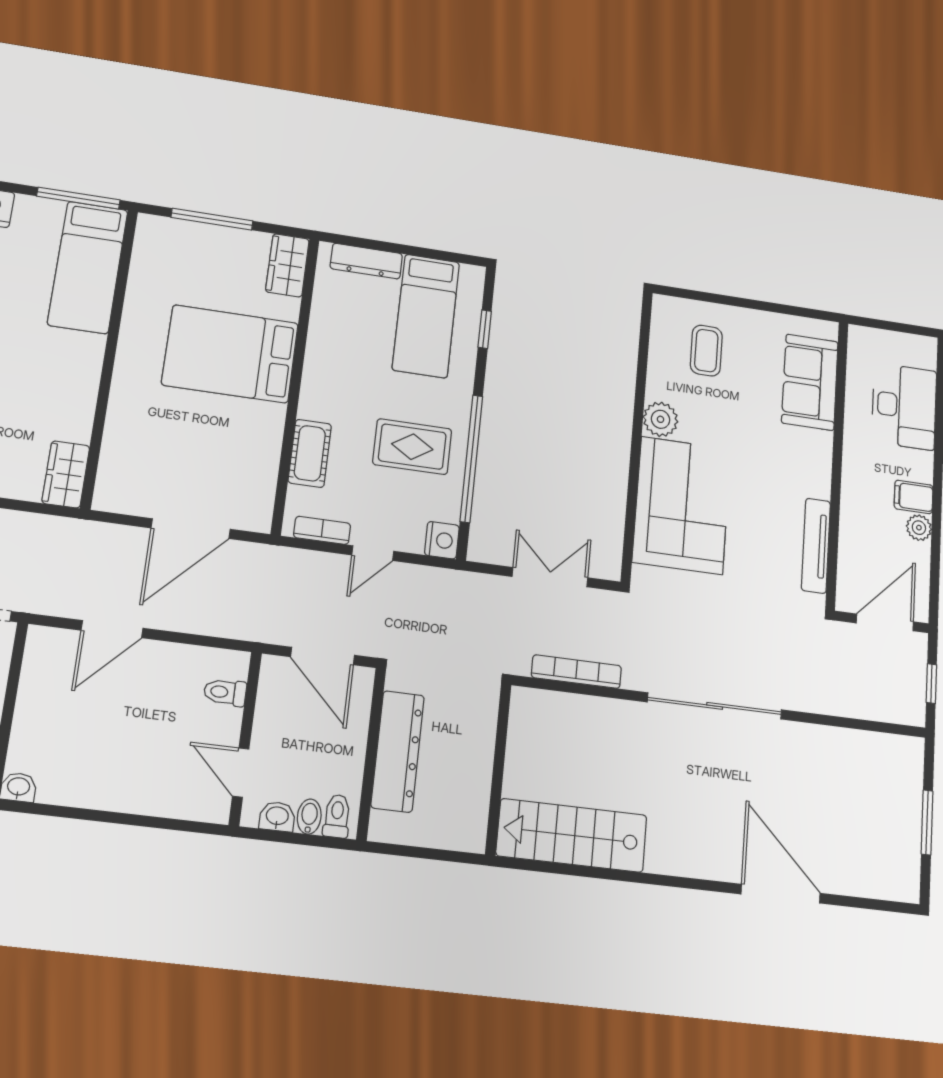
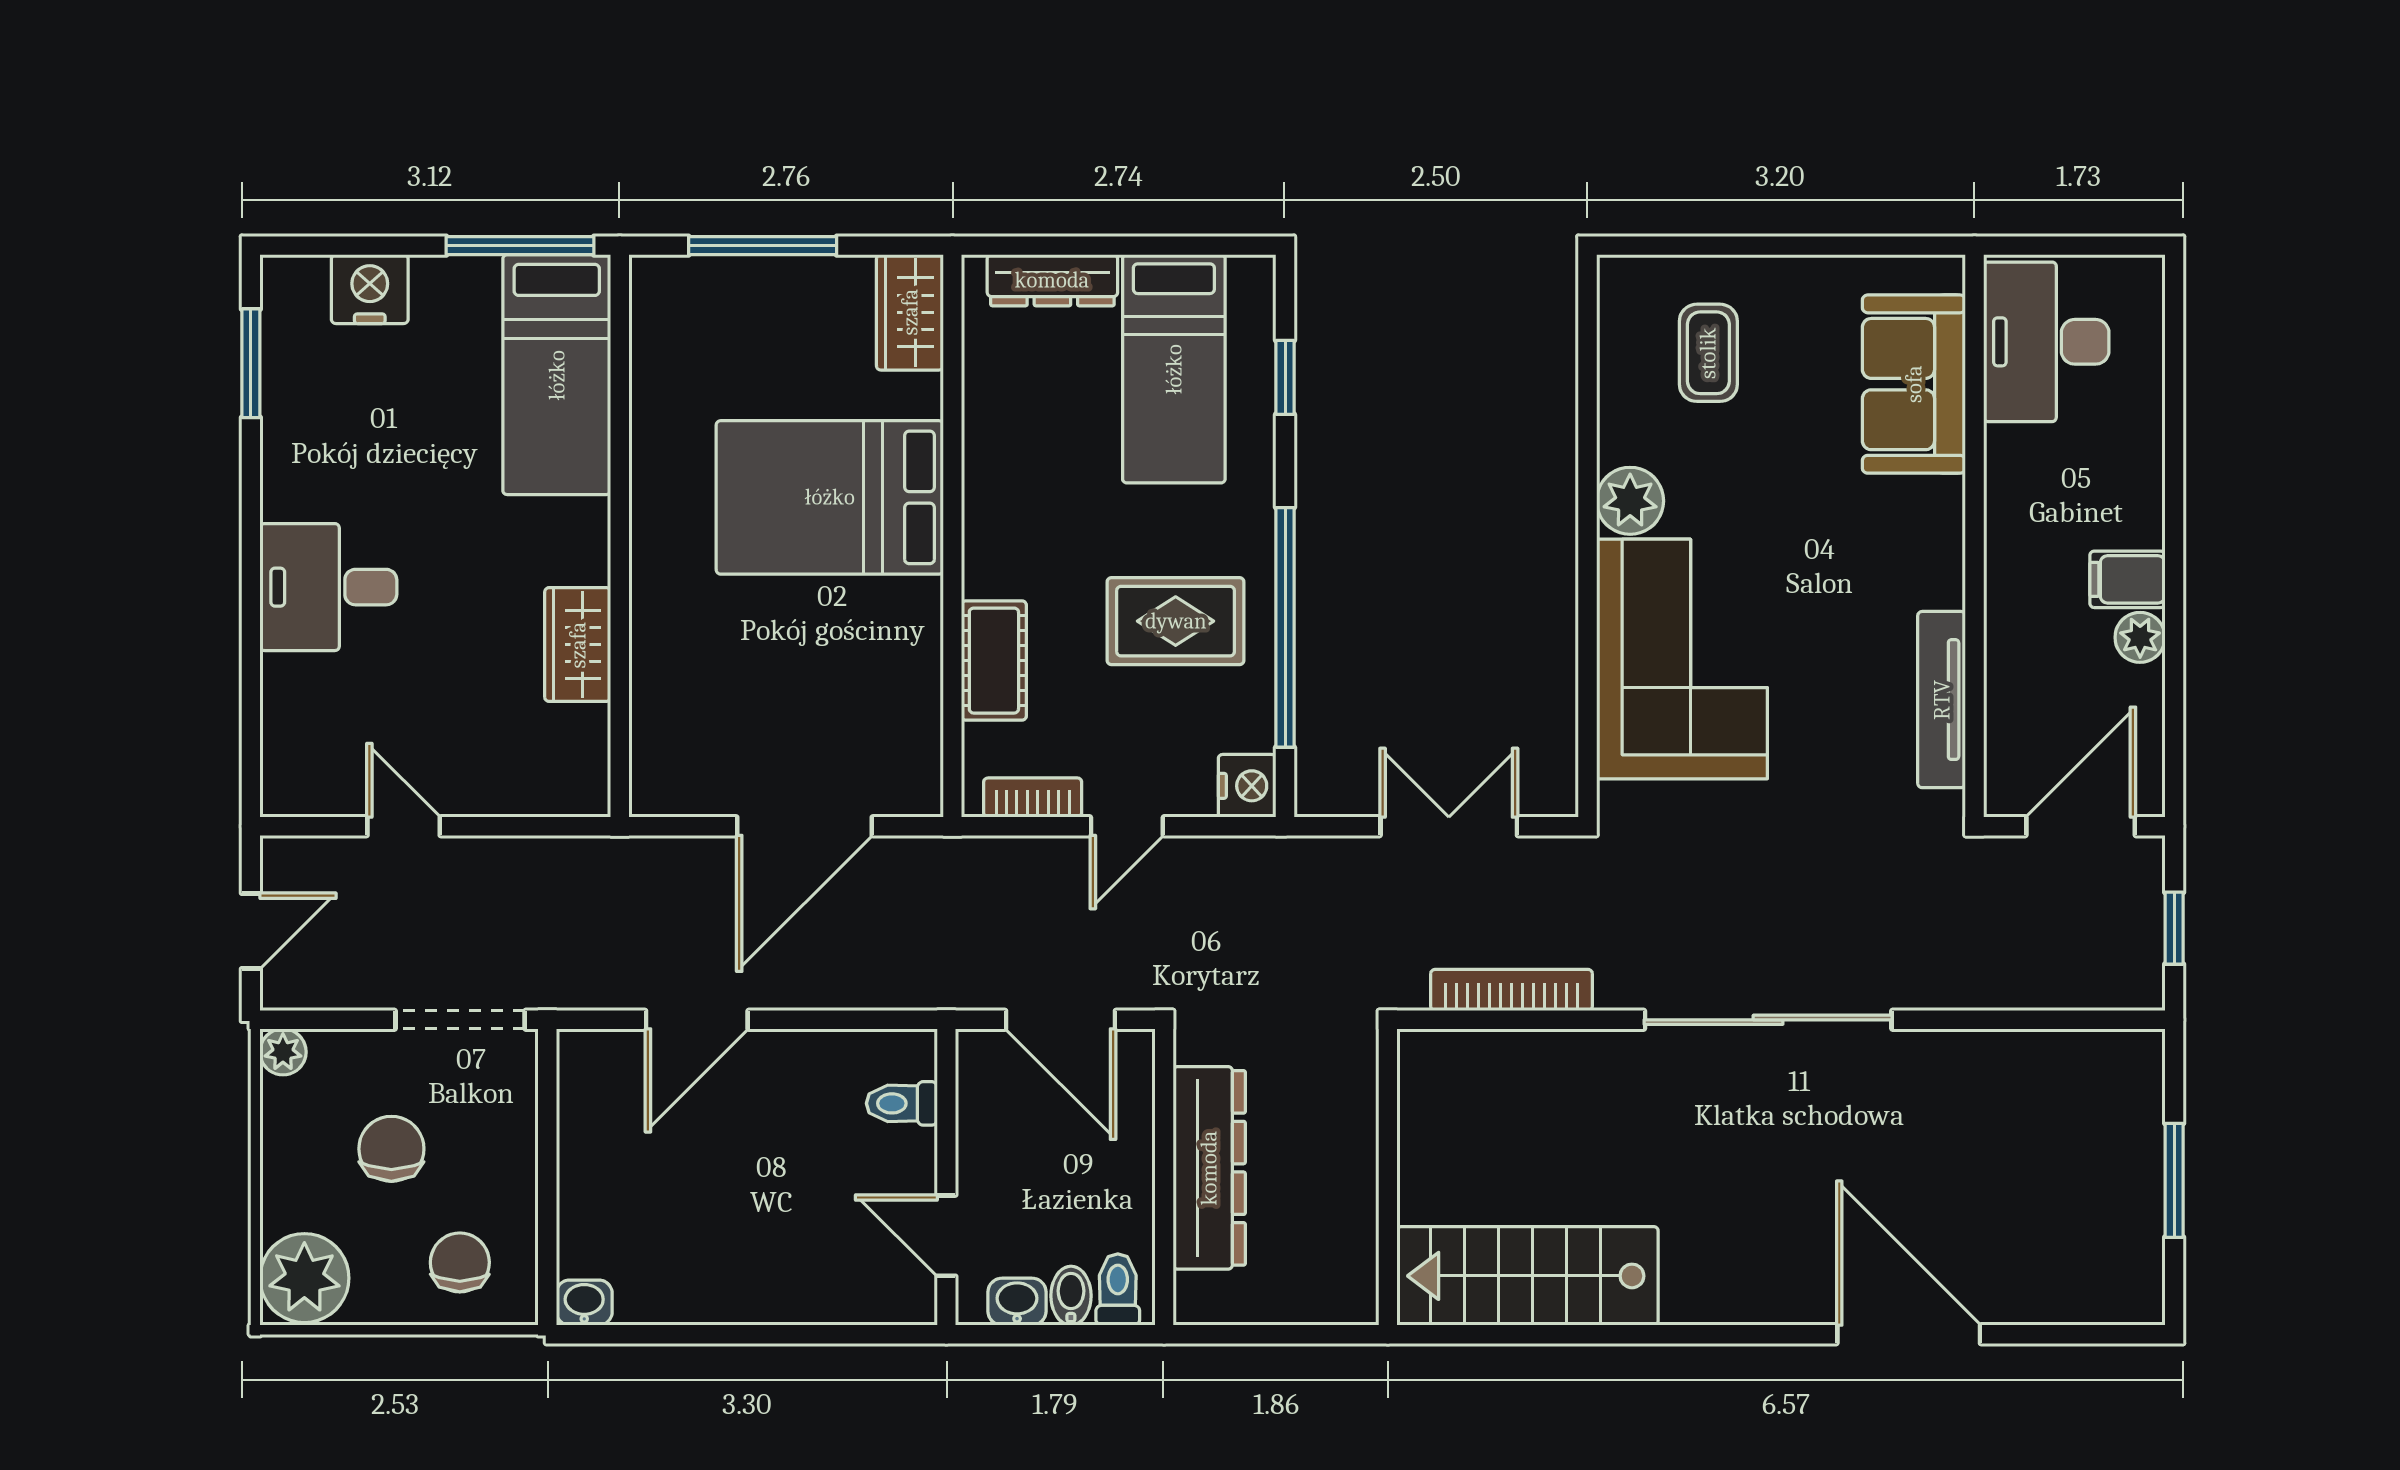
desk: (904, 406) -> (2046, 342), moved, turned 180
wardrobe: (66, 474) -> (578, 645), moved

